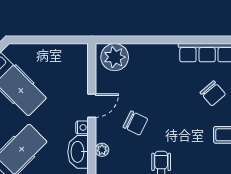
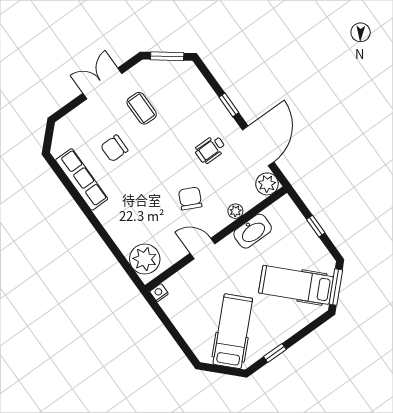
chair: (213, 93) -> (114, 148), turned -139
nightstand: (82, 127) -> (159, 293), moved

